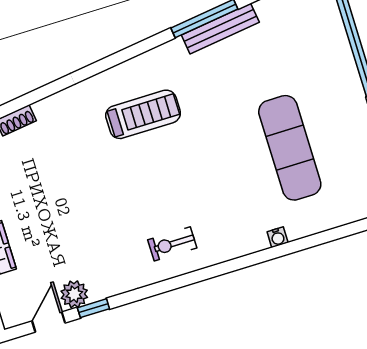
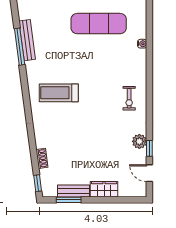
treadmill: (143, 114) -> (59, 93), turned -90
plant: (74, 294) -> (139, 141), moved

